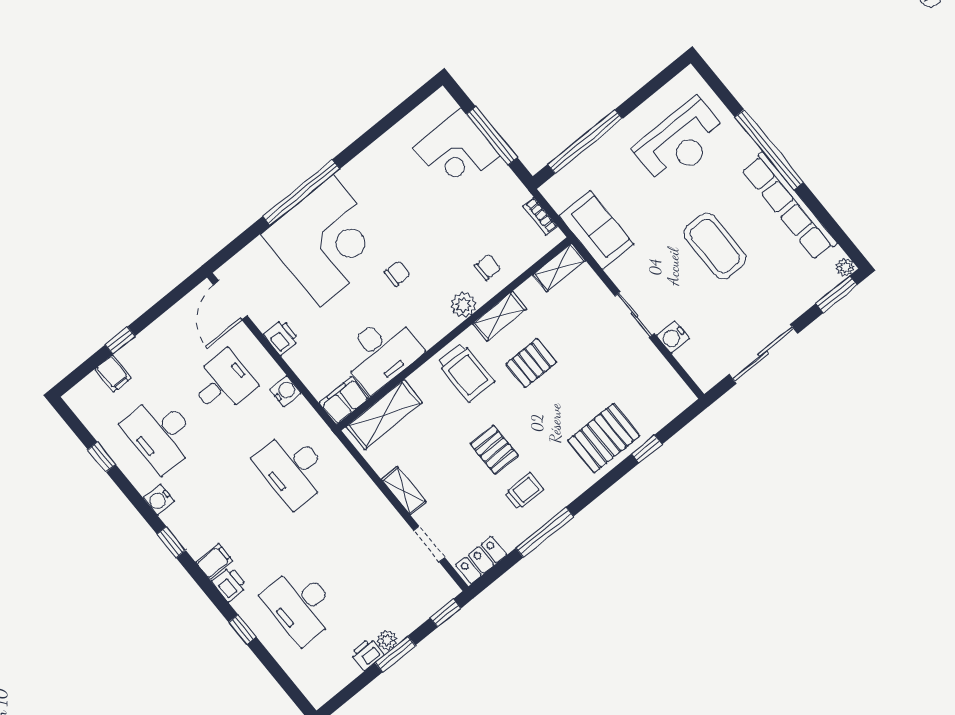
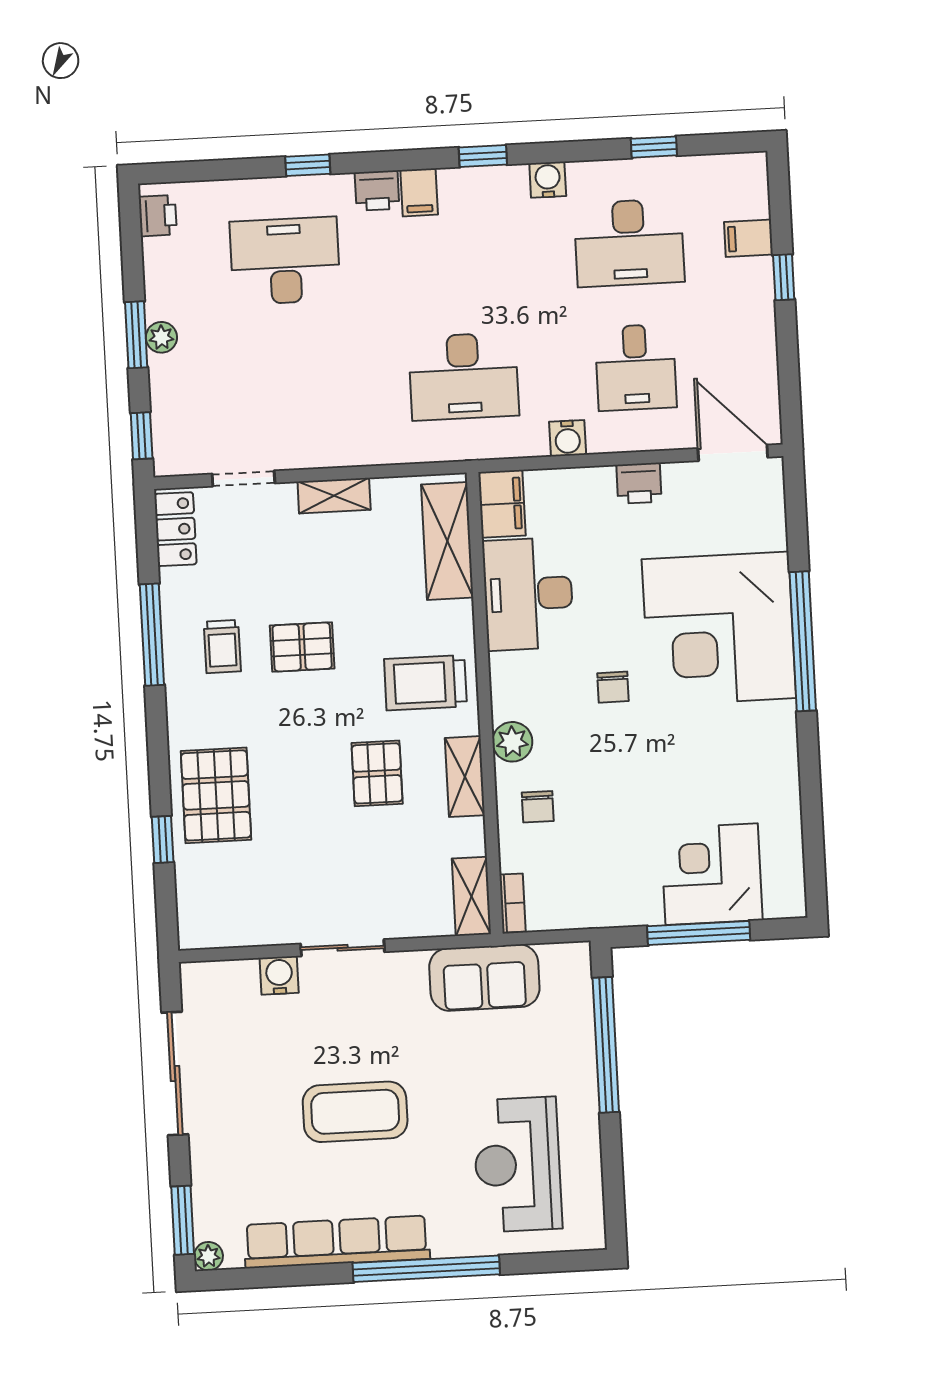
bookcase: (540, 216) -> (513, 903), moved, turned 90
desk: (161, 434) -> (629, 243), turned 180
desk: (293, 469) -> (464, 376), turned 180
printer: (367, 654) -> (158, 216), moved

